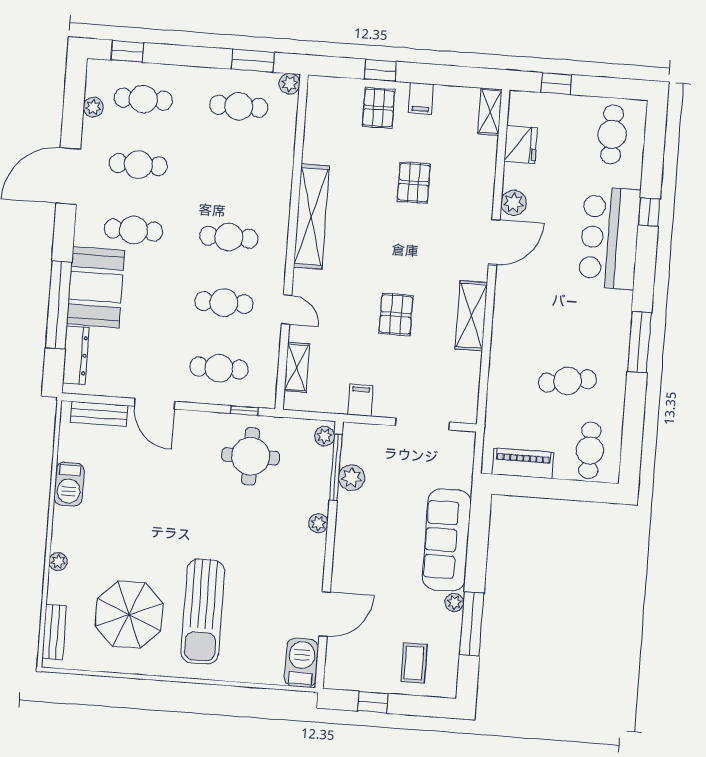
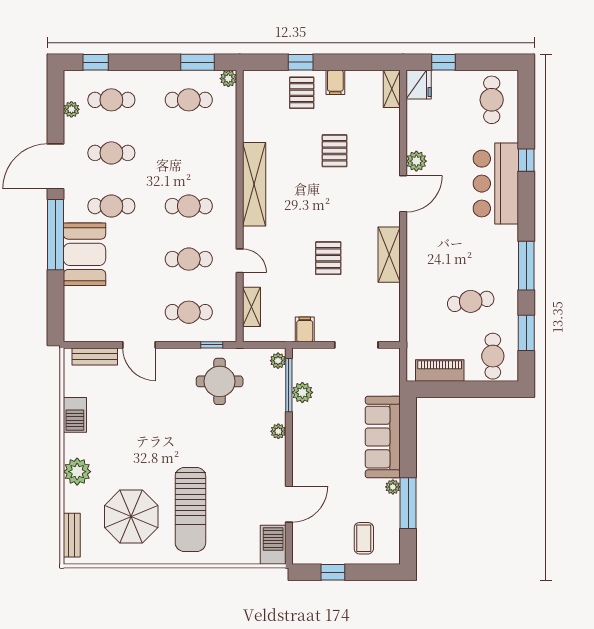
fridge: (521, 145) -> (419, 85), moved
window: (59, 305) -> (56, 235), moved
dresser: (76, 355) -> (72, 310), removed
window: (633, 425) -> (526, 333), added
plant: (58, 562) -> (77, 472), width x1.88, depth x1.88

